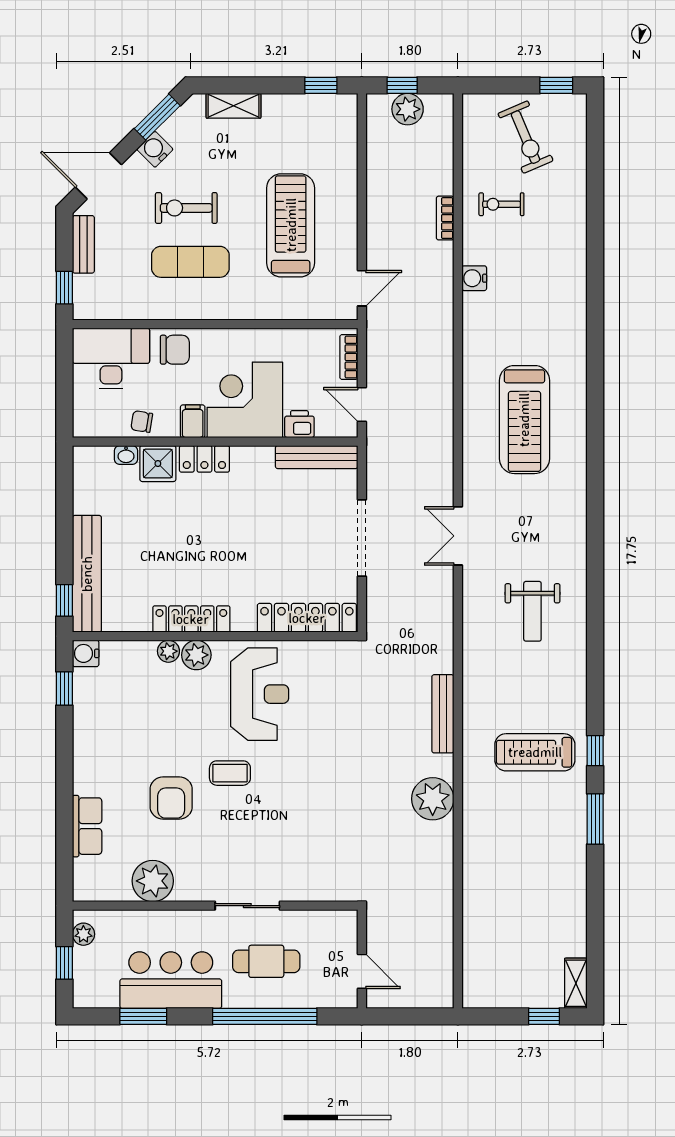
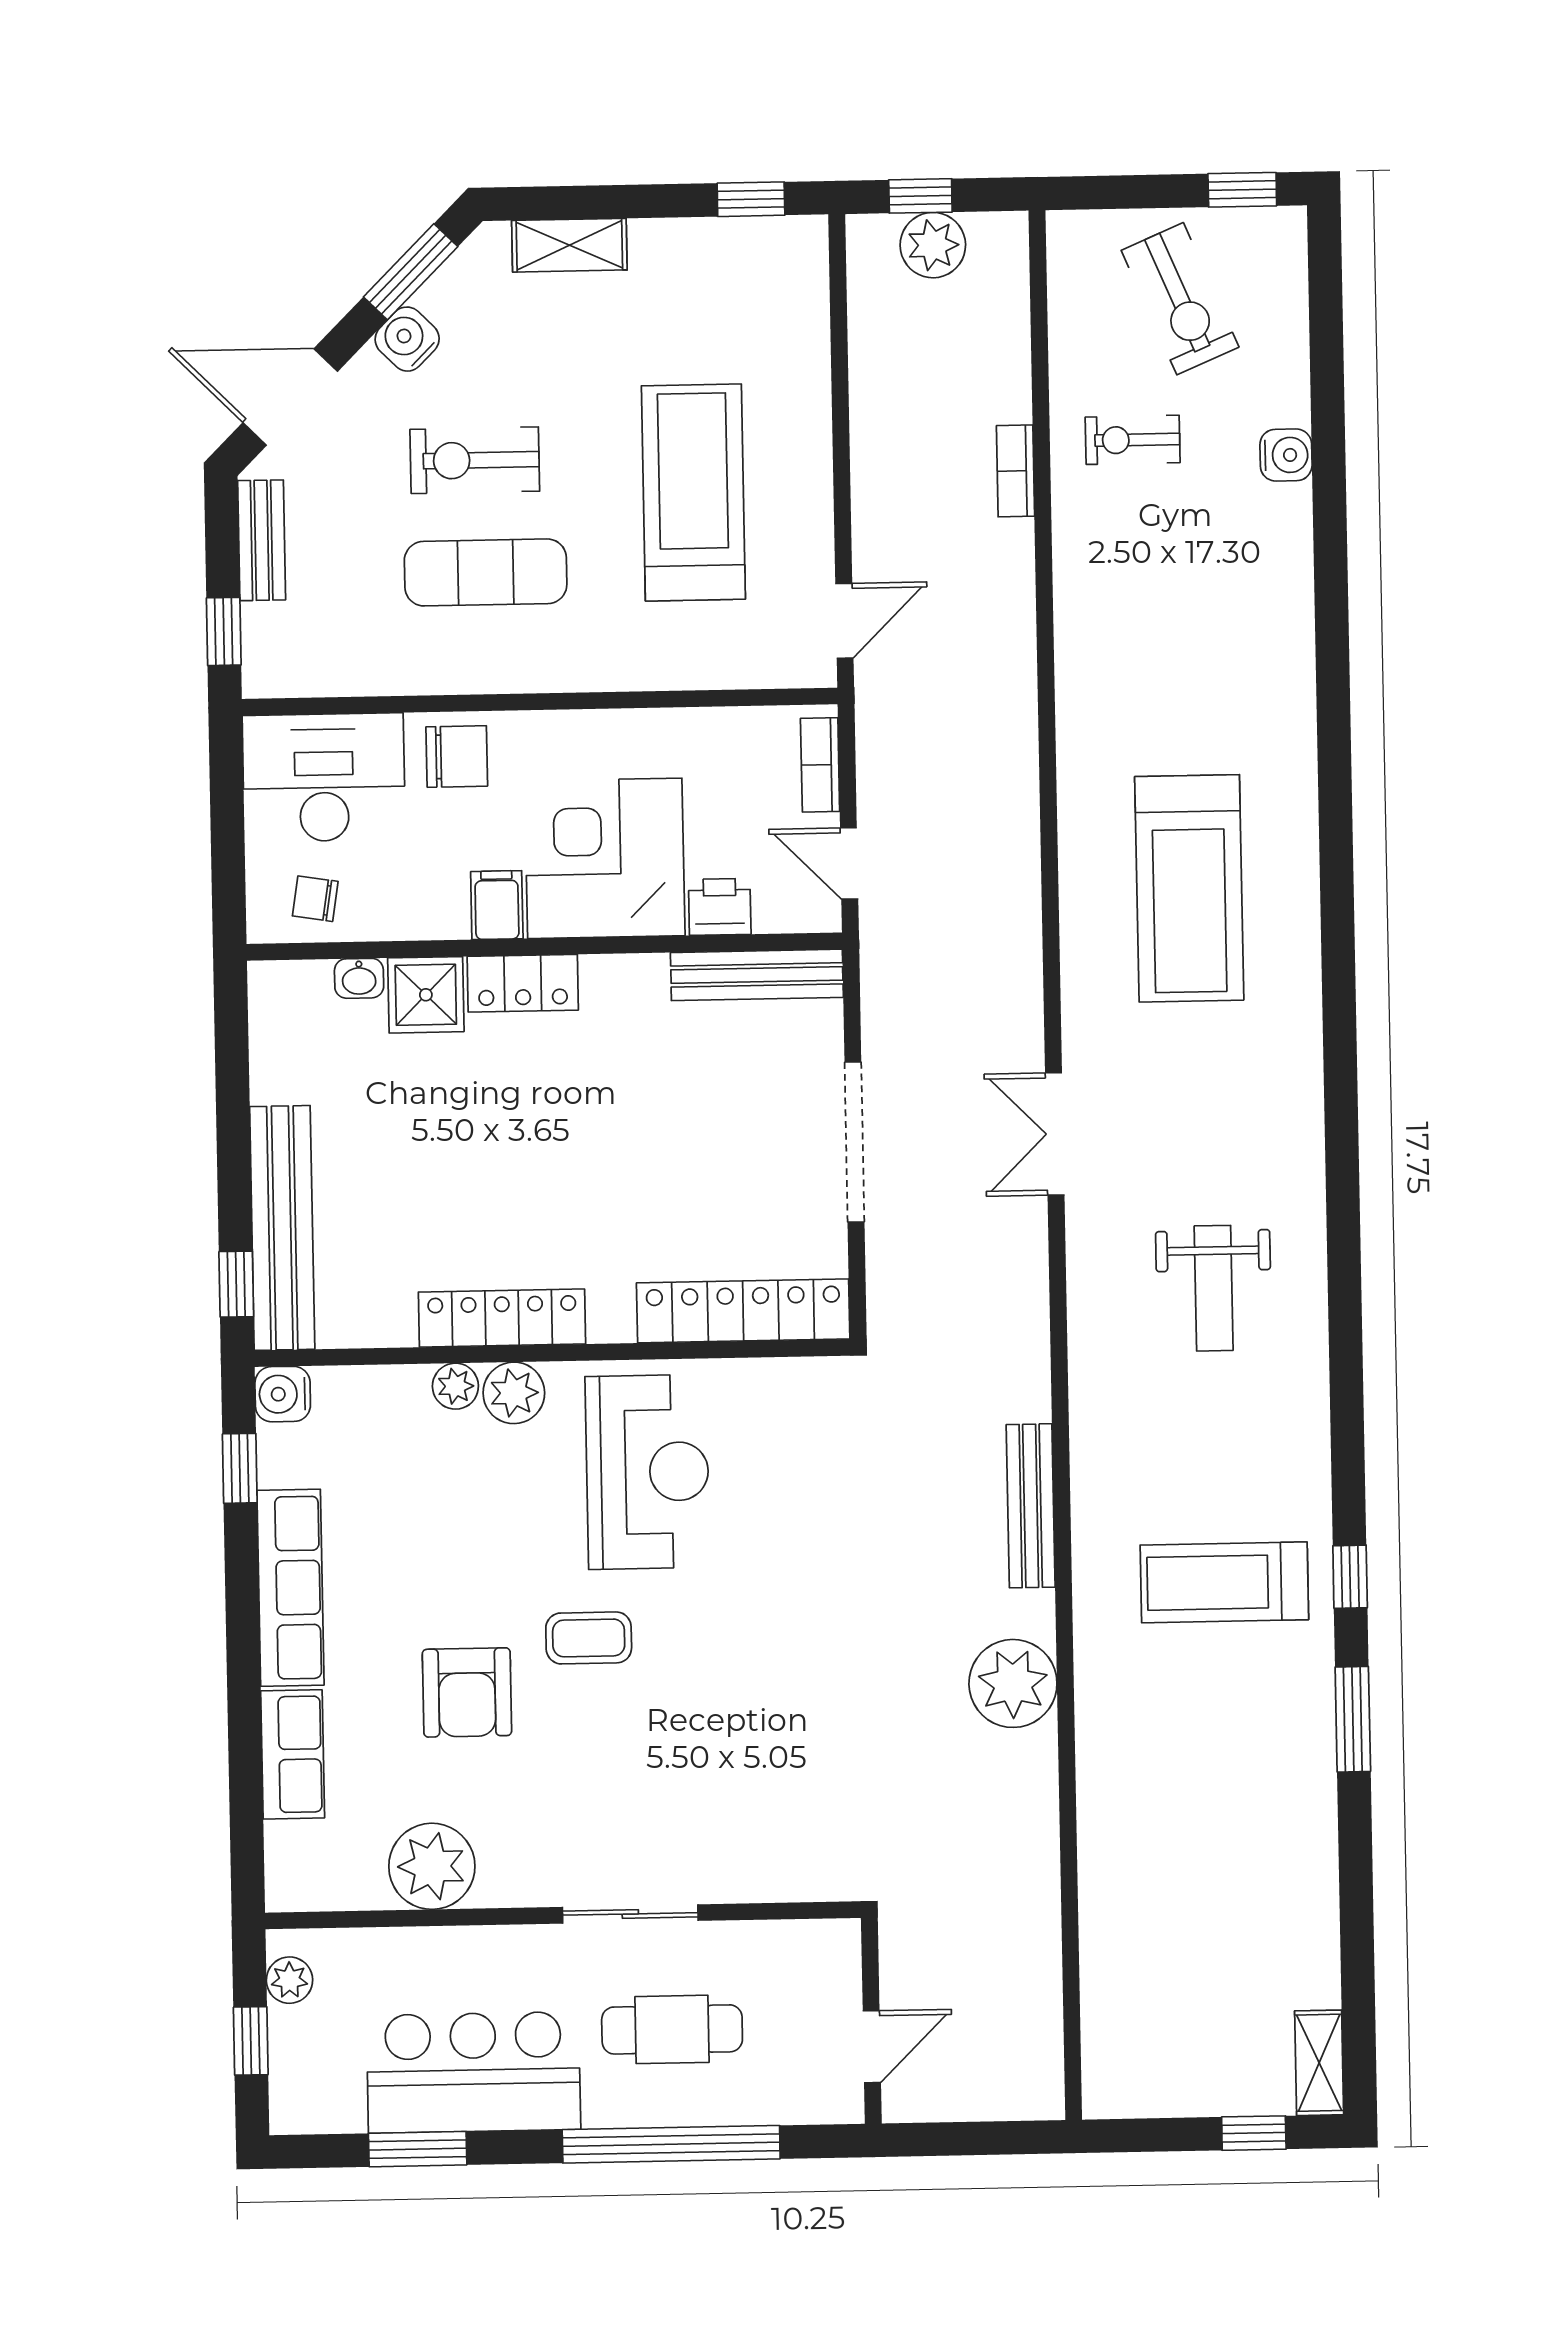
water cooler: (474, 278) -> (1286, 455), moved, turned 180
chair: (142, 422) -> (315, 899), moved
row of seats: (88, 746) -> (291, 1588), added
door: (362, 971) -> (872, 2047), hinge flipped

